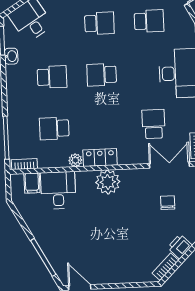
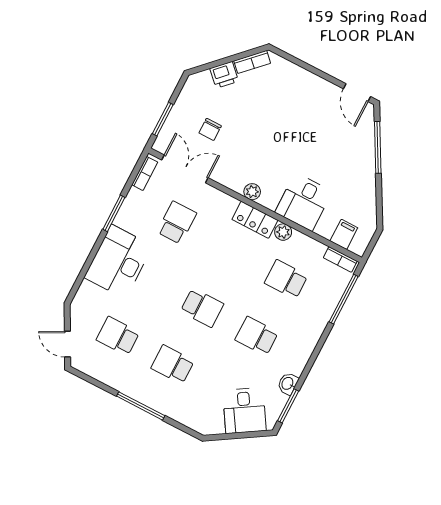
school desk: (154, 124) -> (177, 223), turned 180
school desk: (54, 128) -> (286, 279), turned 180
double door: (169, 165) -> (185, 169), swing flipped
plant: (108, 182) -> (252, 192), width x0.53, depth x0.53
desk: (58, 190) -> (304, 202), moved

